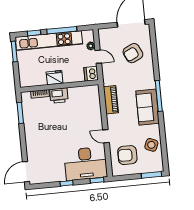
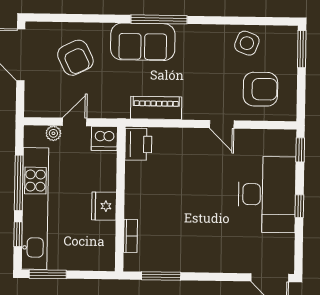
printer: (59, 96) -> (138, 144), moved
sofa: (148, 107) -> (143, 42), moved
door: (106, 136) -> (222, 124), hinge flipped
armchair: (127, 155) -> (260, 89), turned -90
desk: (86, 164) -> (267, 194), moved

